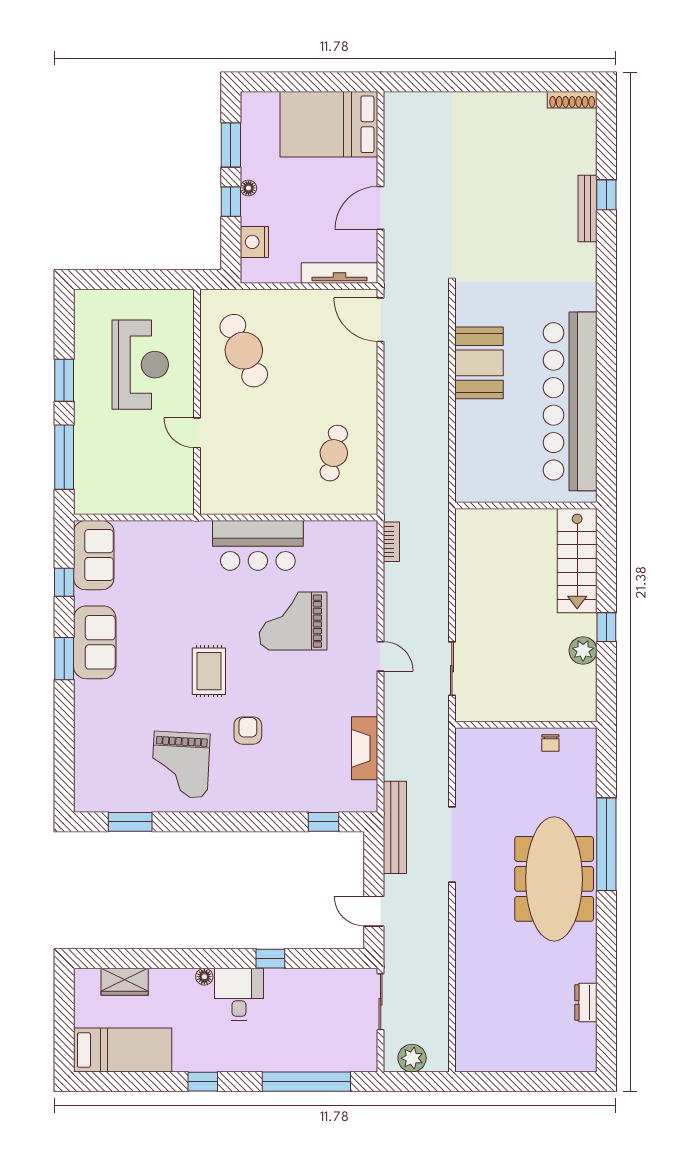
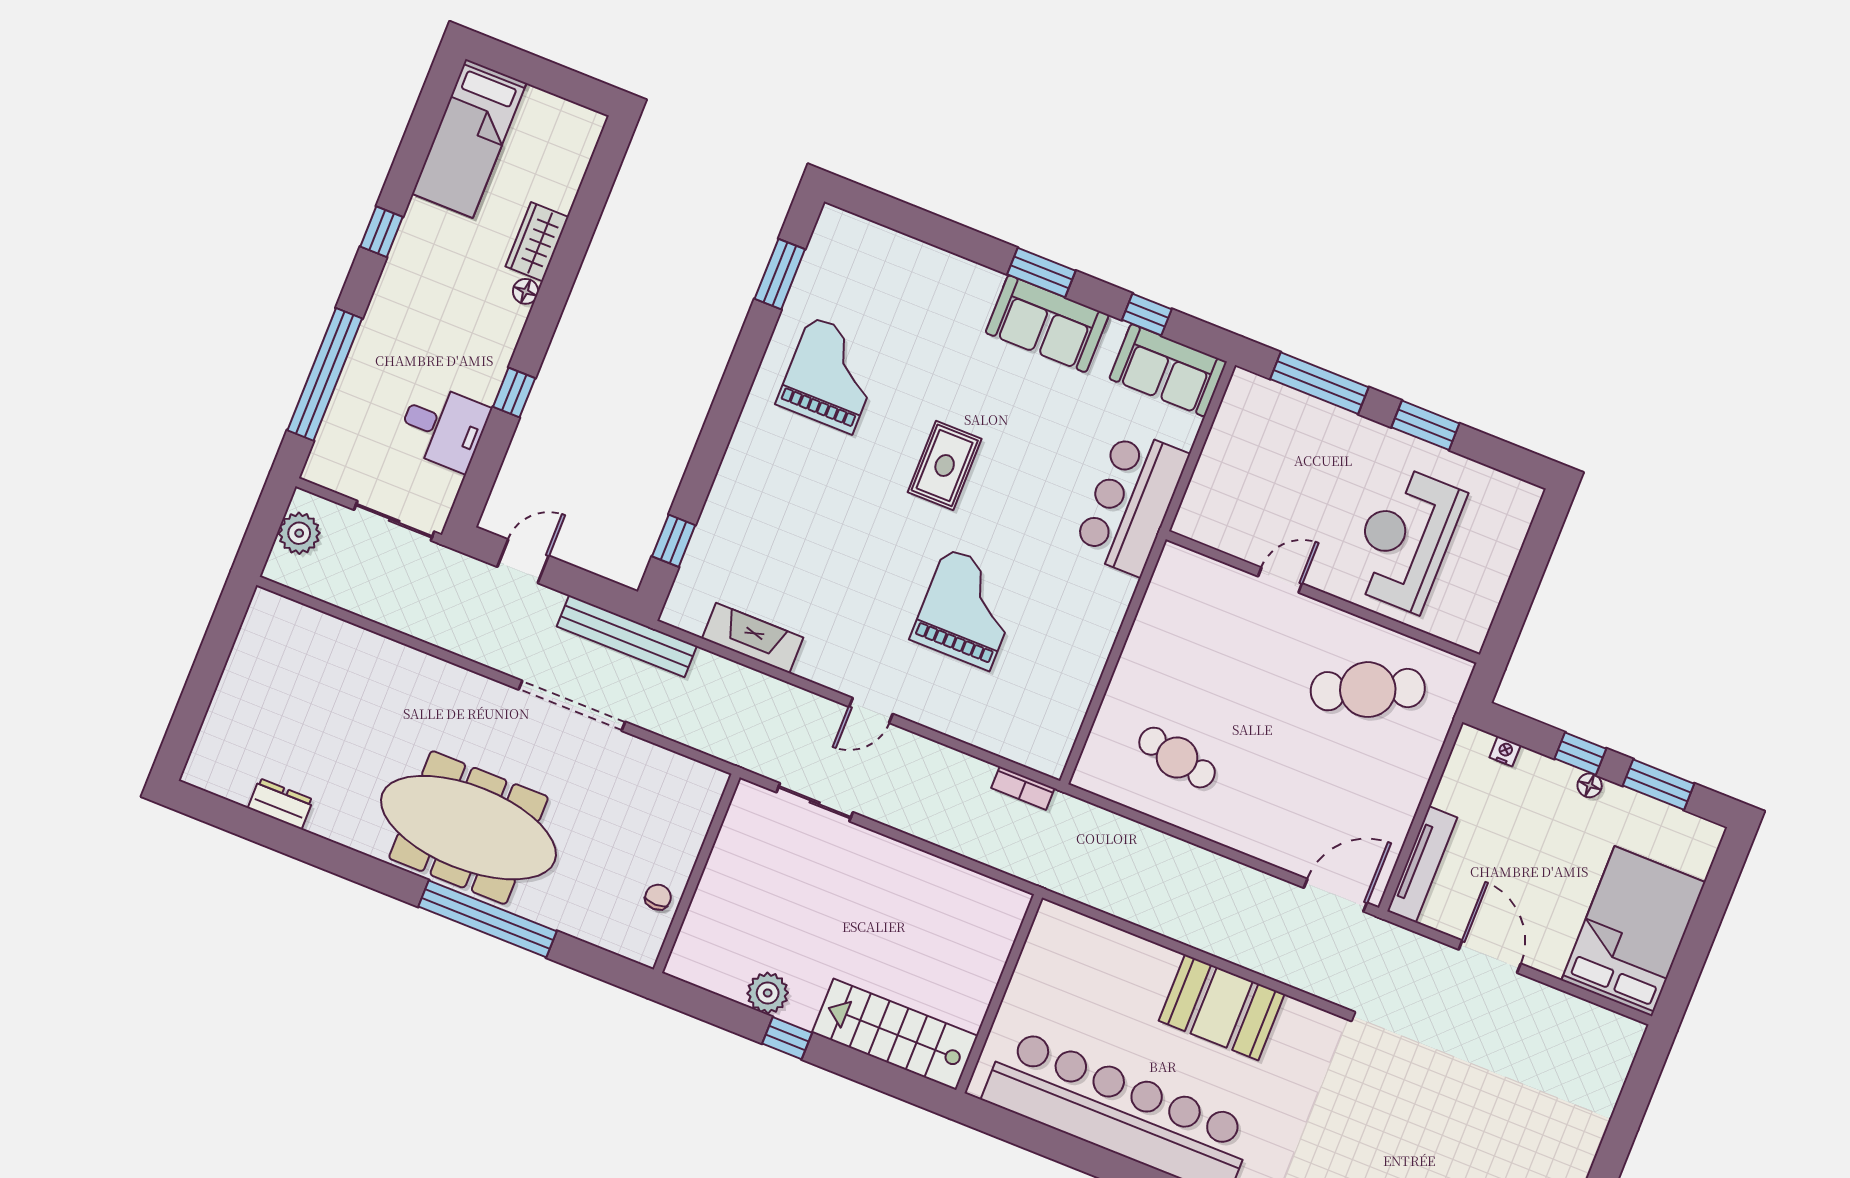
nightstand: (254, 242) -> (1505, 751), width x0.53, depth x0.56
reception desk: (140, 365) -> (1405, 539), turned 90
bar counter: (258, 545) -> (1131, 502), moved
rug: (209, 671) -> (945, 465), turned 90
armchair: (248, 731) -> (841, 487), removed
chair: (550, 743) -> (658, 897), turned 90
grand piano: (181, 765) -> (831, 375), turned 87
wardrobe: (125, 982) -> (537, 242), moved
desk: (239, 994) -> (443, 427), moved

